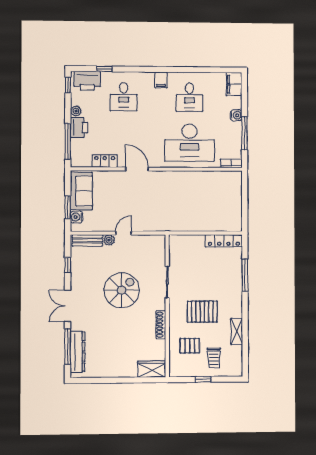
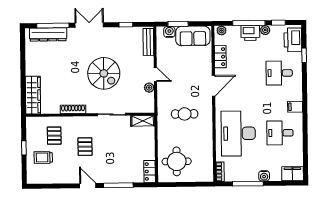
window: (68, 85) -> (278, 23), moved
window: (68, 141) -> (249, 23), moved
plant: (76, 159) -> (221, 30), added
cafe table: (167, 201) -> (185, 114), added
round table: (219, 211) -> (177, 161), added
plant: (109, 240) -> (149, 88), moved
locker: (224, 241) -> (150, 171), width x0.66
door: (245, 309) -> (88, 186), added
pallet: (202, 312) -> (85, 147), width x0.67, depth x0.71
shelving: (237, 331) -> (143, 121), moved
wardrobe: (152, 369) -> (33, 95), width x1.50

